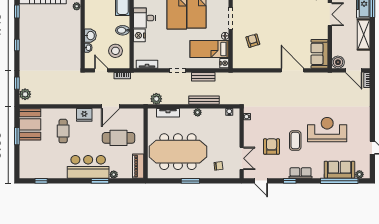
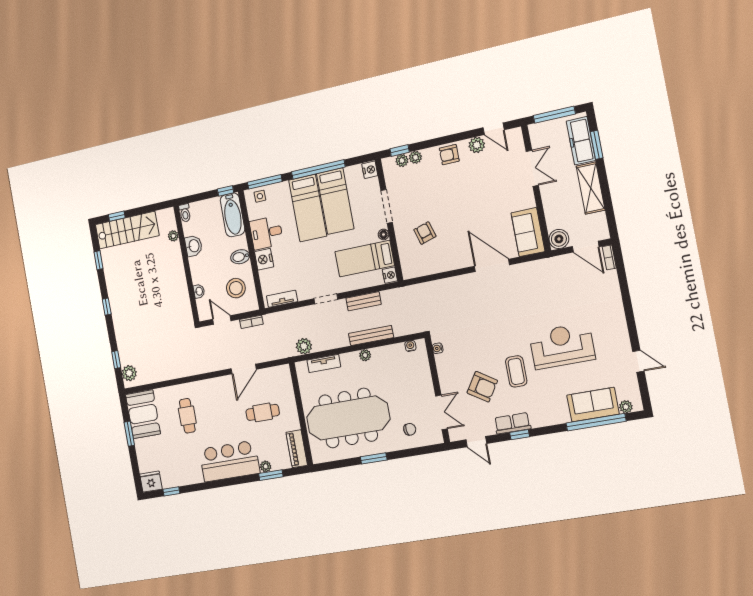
washbasin: (90, 36) -> (194, 246), moved
fridge: (84, 115) -> (151, 482), moved, turned 180
cafe table: (119, 138) -> (263, 412), width x0.73, depth x0.74
armchair: (272, 146) -> (482, 387), turned 123
row of seats: (301, 173) -> (512, 423), moved
window: (100, 181) -> (271, 475), moved

